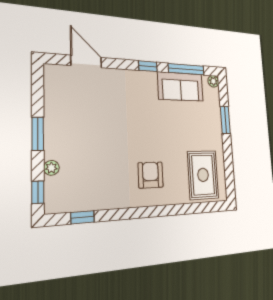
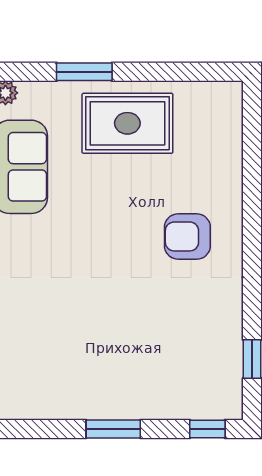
plant: (51, 168) -> (169, 408), removed
rug: (203, 175) -> (127, 123), moved

